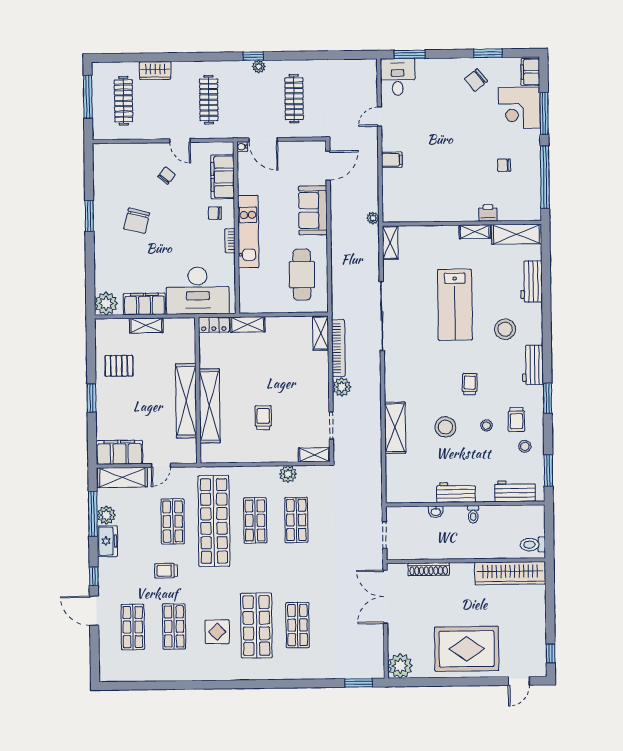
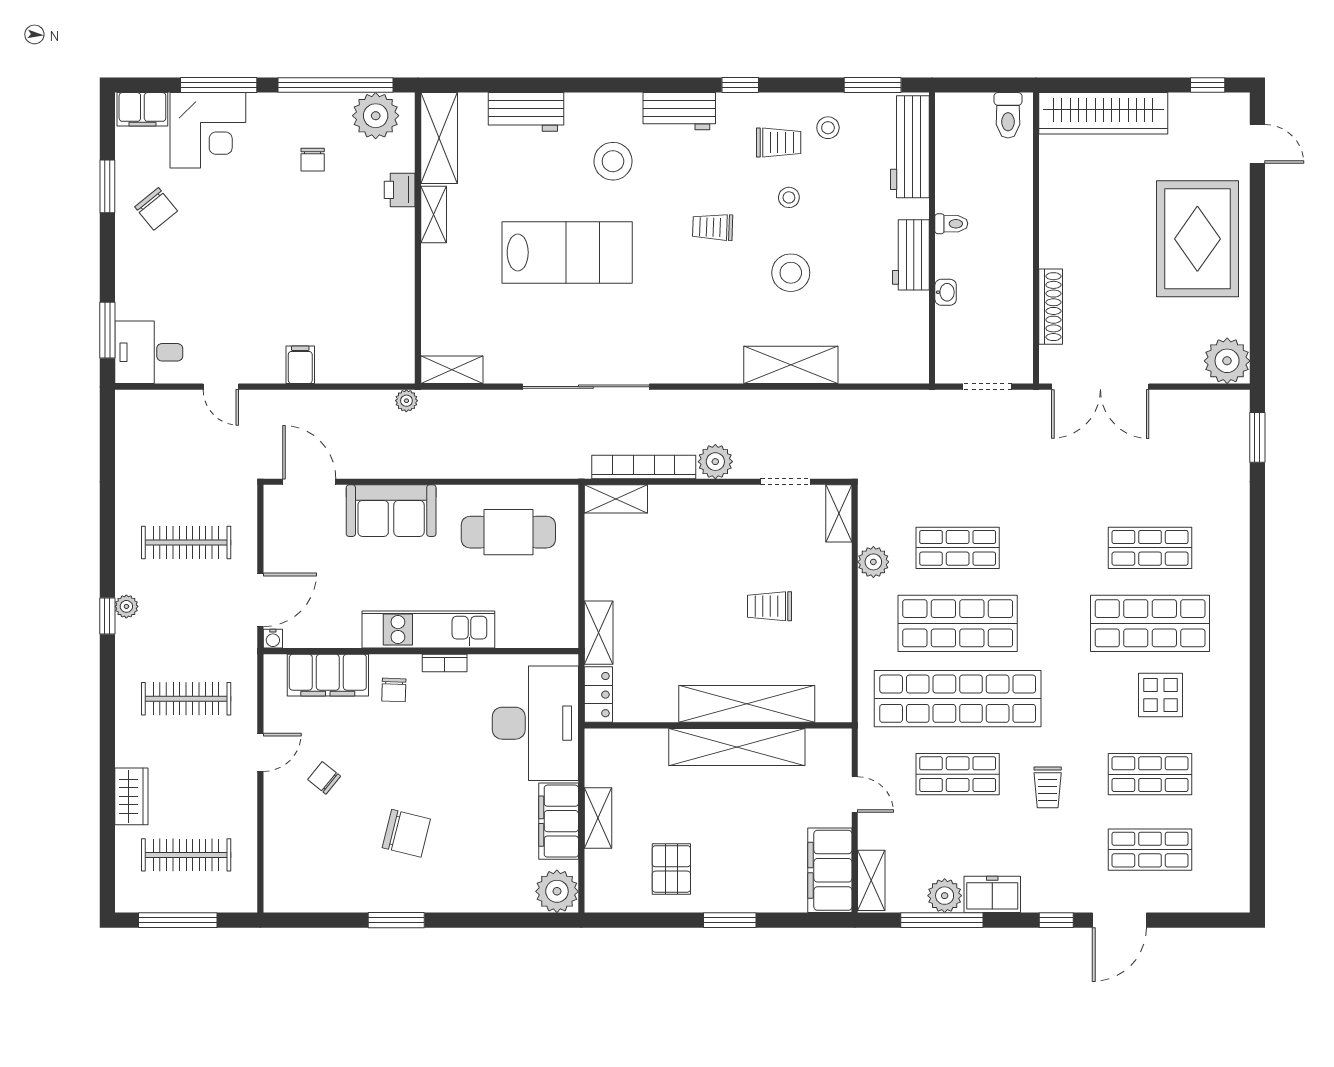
plant: (528, 199) -> (376, 116), added
window: (548, 398) -> (740, 85), width x0.67
shelving: (122, 477) -> (871, 880), width x0.67, depth x0.75
workbench: (515, 491) -> (910, 147), width x1.38
shop shelf: (255, 520) -> (958, 623), width x1.43, depth x1.36
wardrobe: (510, 573) -> (1103, 113), moved, turned 90

